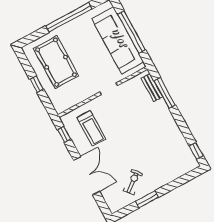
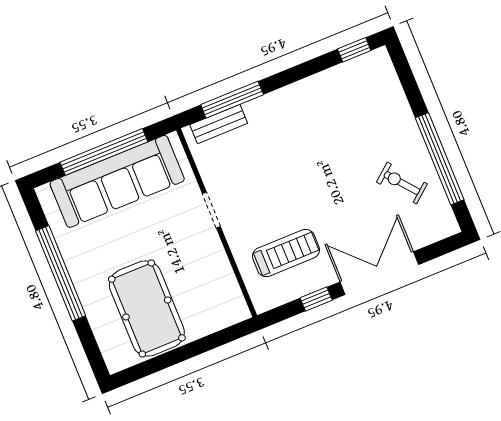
pool table: (56, 62) -> (147, 308), turned 90
window: (37, 84) -> (186, 352), removed
window: (64, 134) -> (316, 299), moved
window: (147, 199) -> (440, 159), width x2.11

